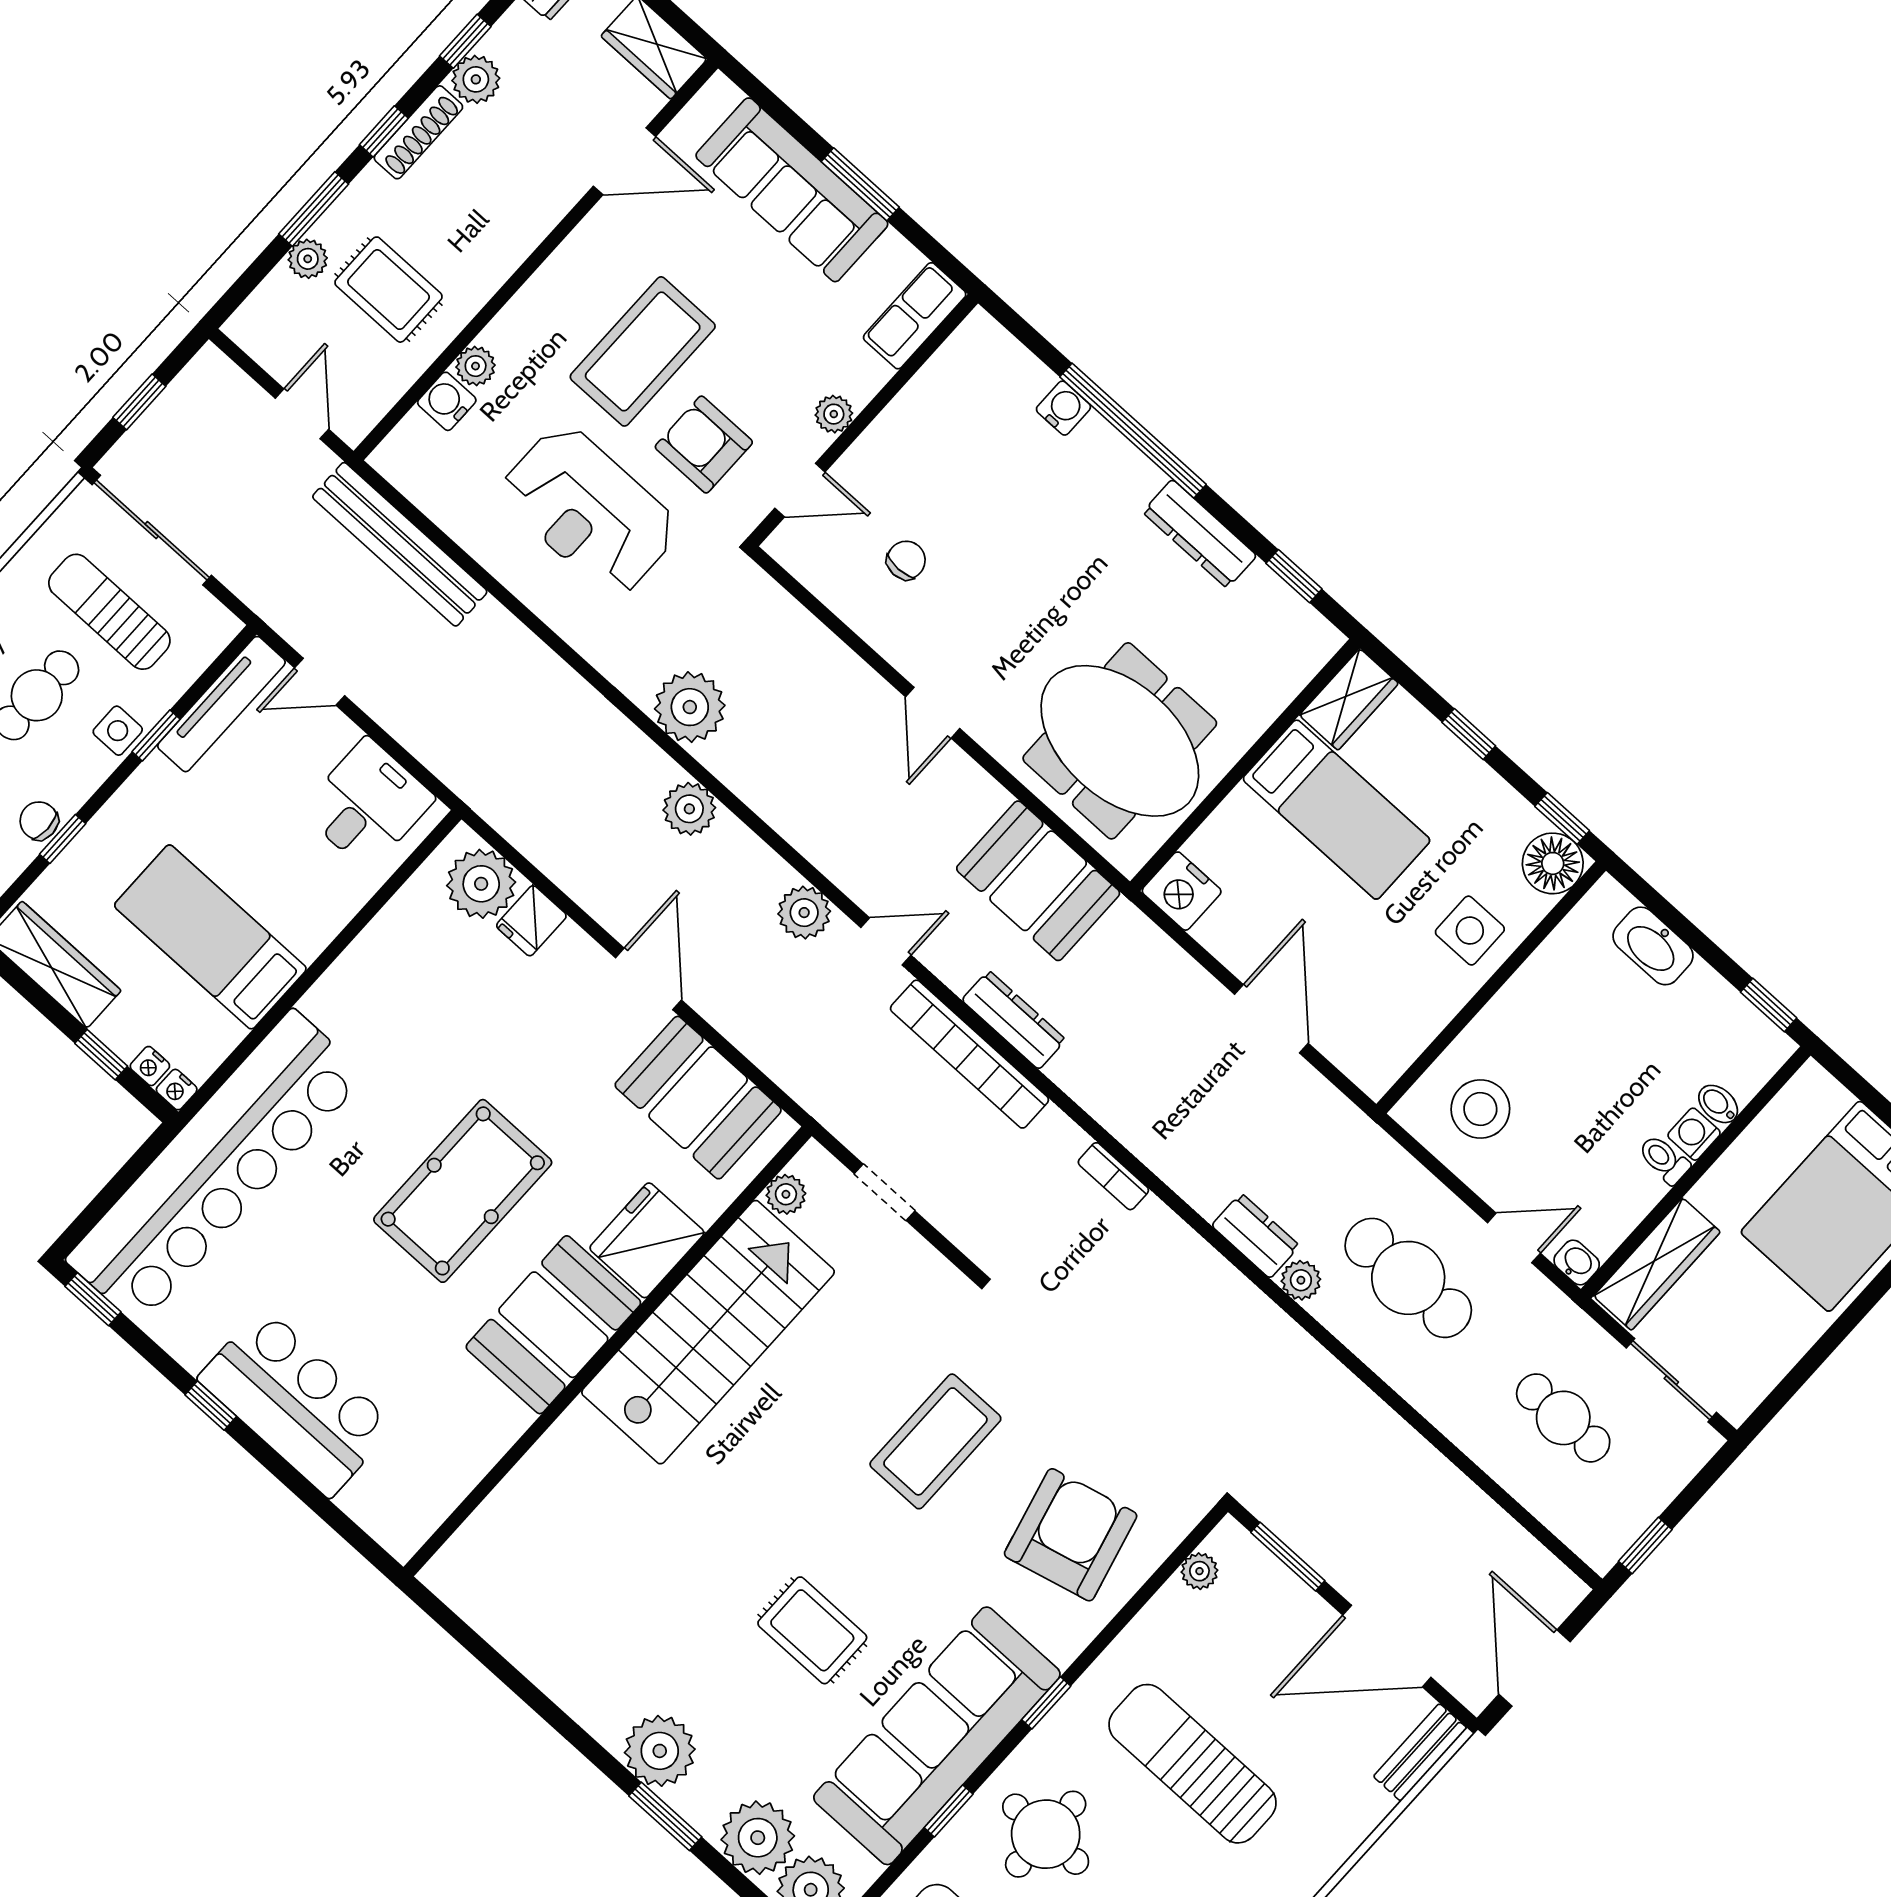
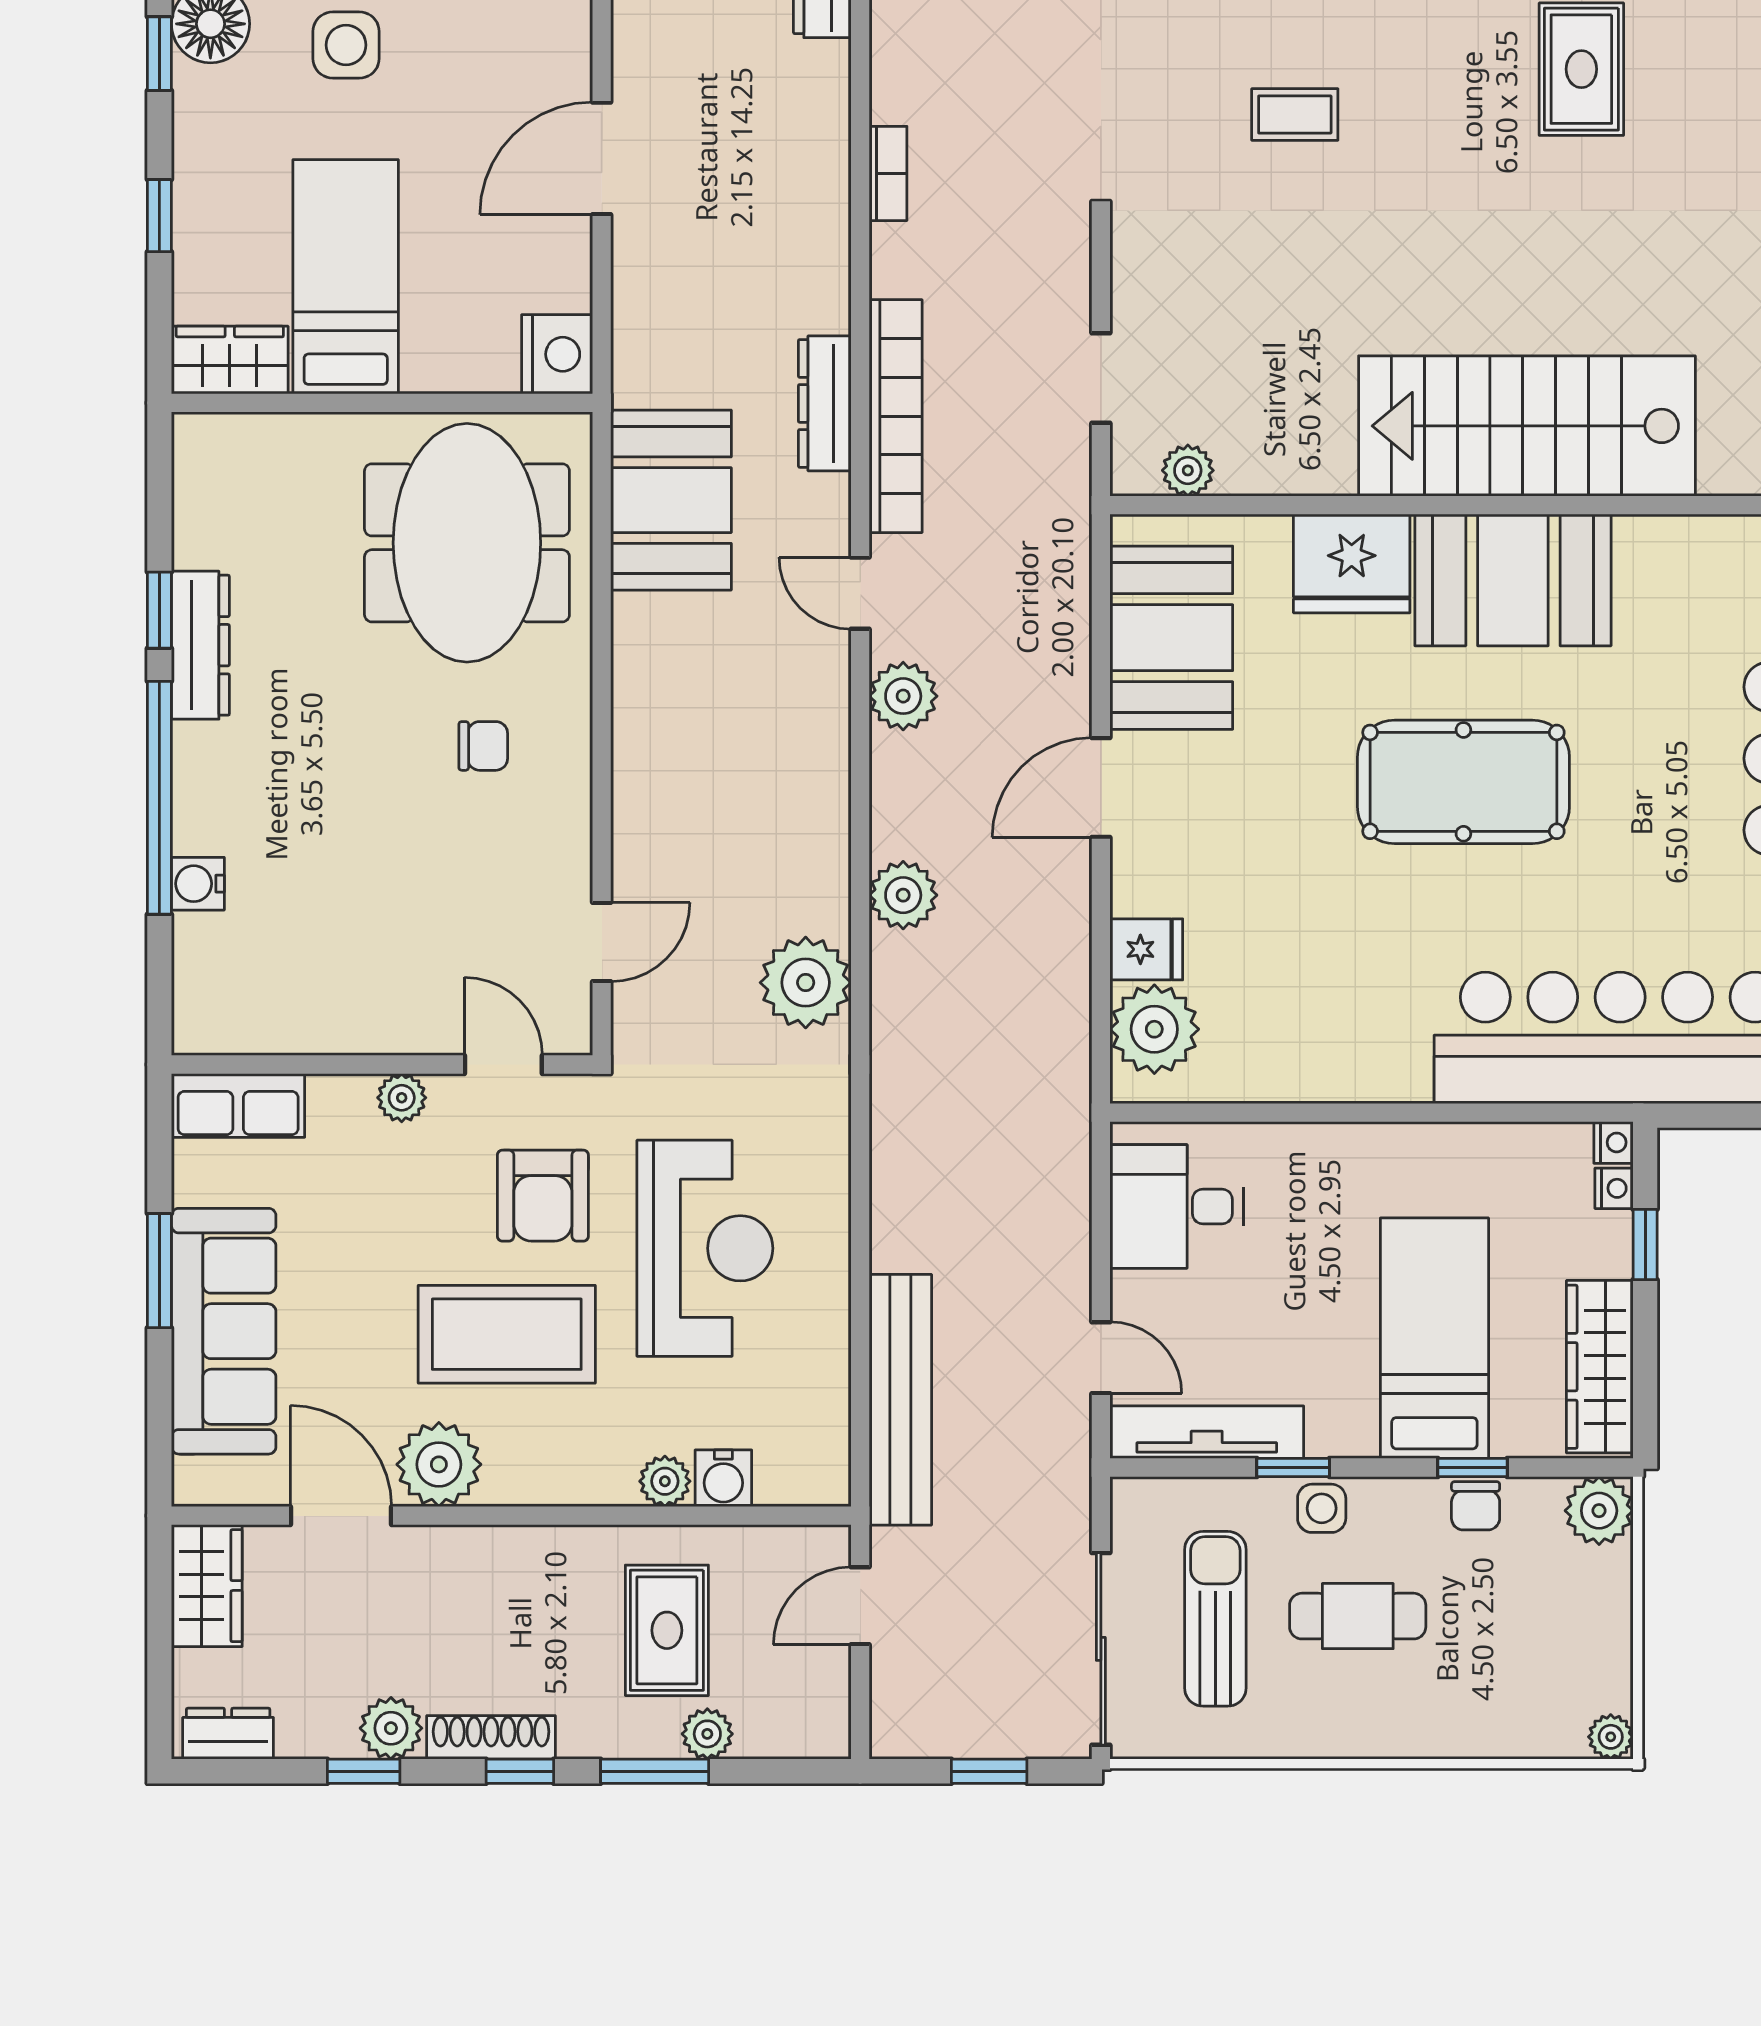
plant: (603, 244) -> (439, 1464), added
chair: (906, 560) -> (483, 746), moved, turned 180
window: (1294, 576) -> (159, 610), moved
sun lounger: (109, 612) -> (1215, 1619), turned 180
door: (933, 713) -> (602, 942), moved
bed: (210, 937) -> (1434, 1338), moved, turned 180
stairs: (708, 1332) -> (1527, 426), moved
coffee table: (935, 1441) -> (1295, 115), width x0.54, depth x0.58

